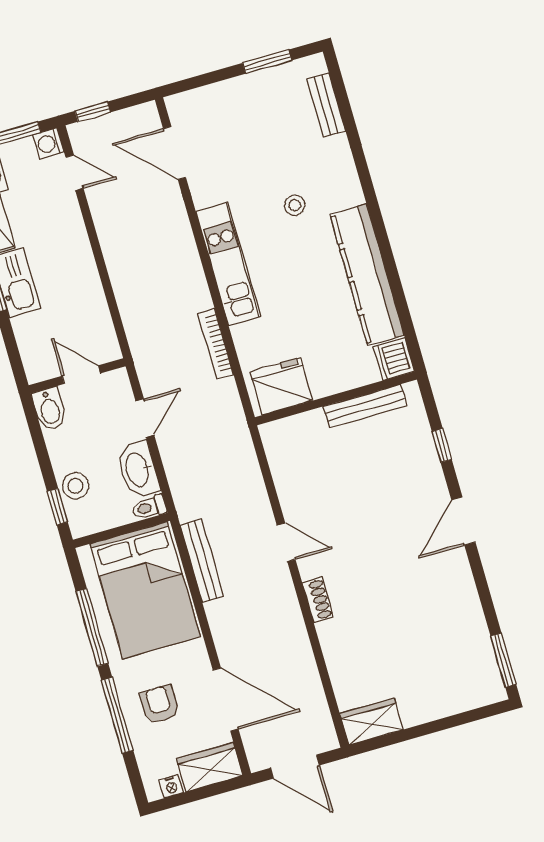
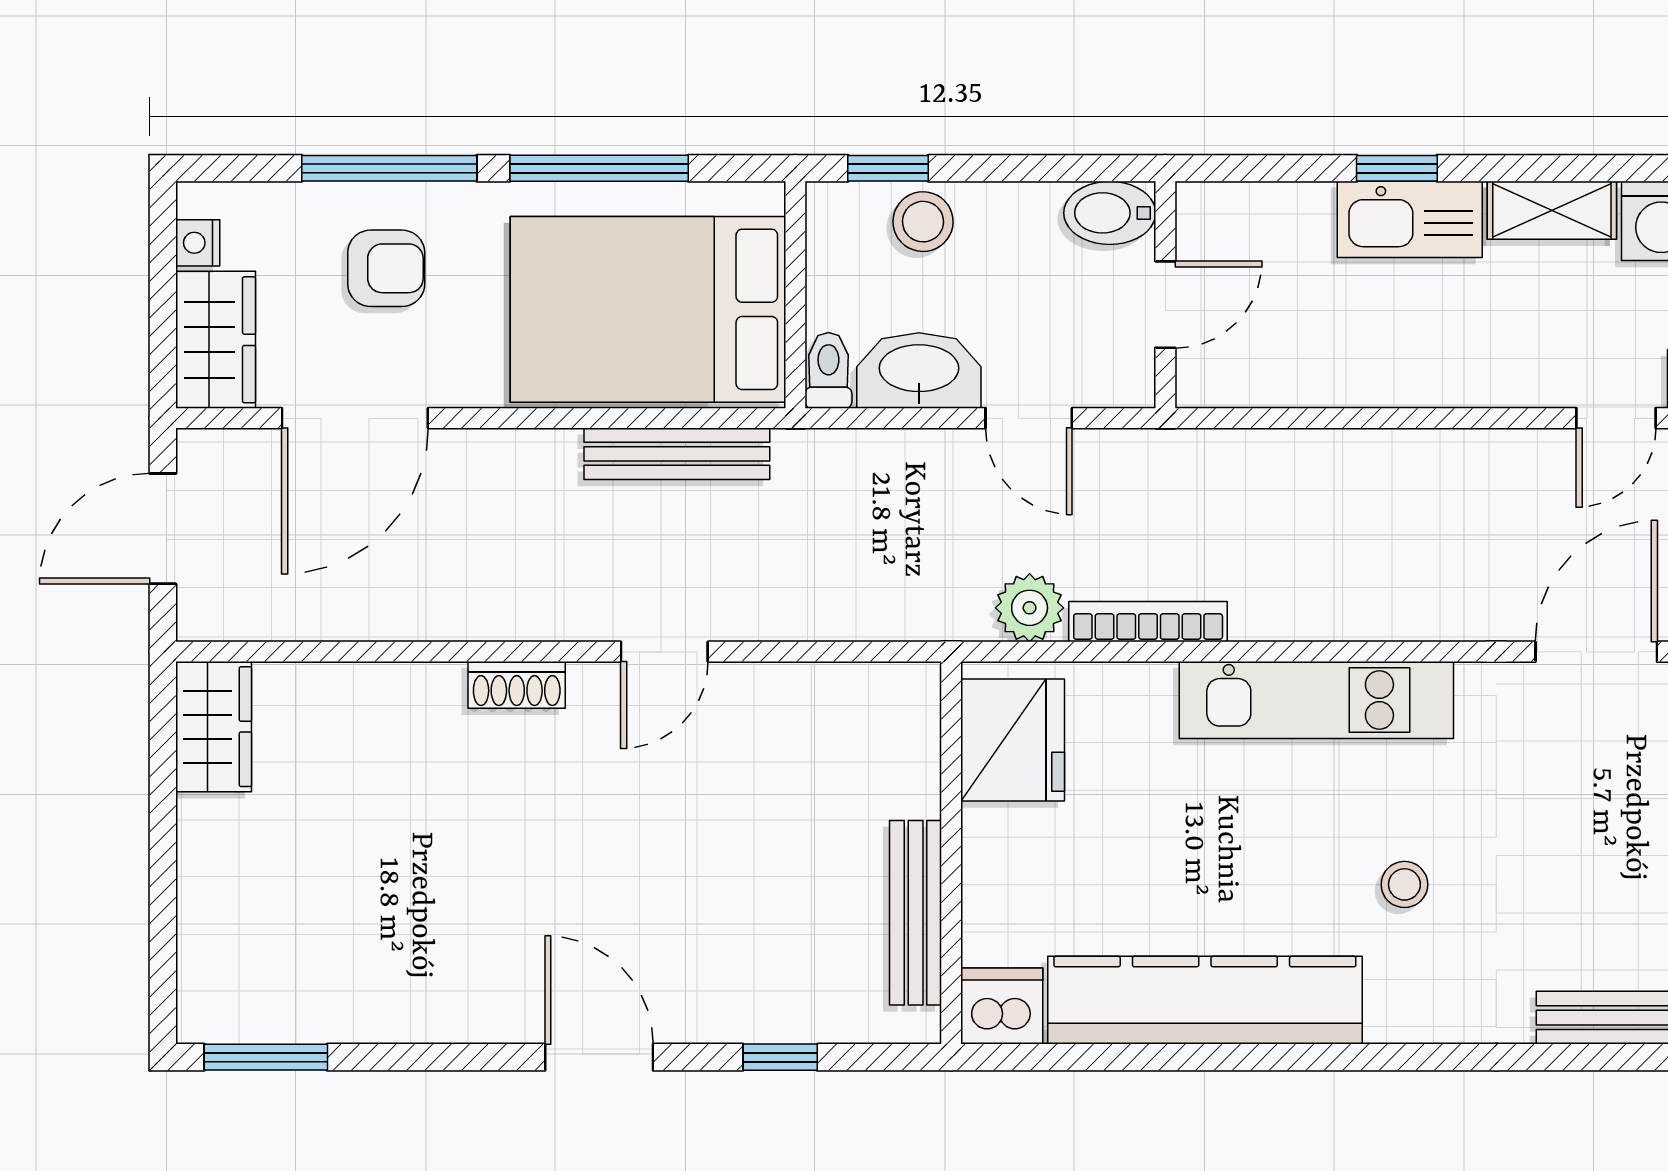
plant: (224, 395) -> (1030, 608), added

